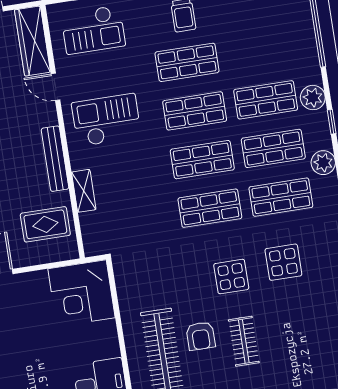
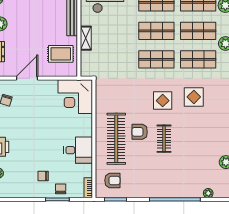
armchair: (201, 336) -> (140, 132), turned 90

